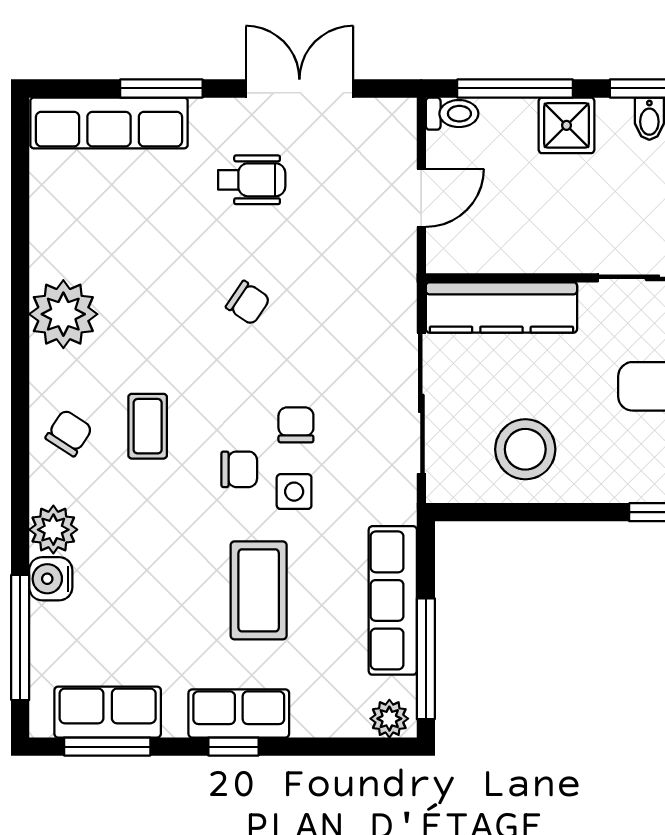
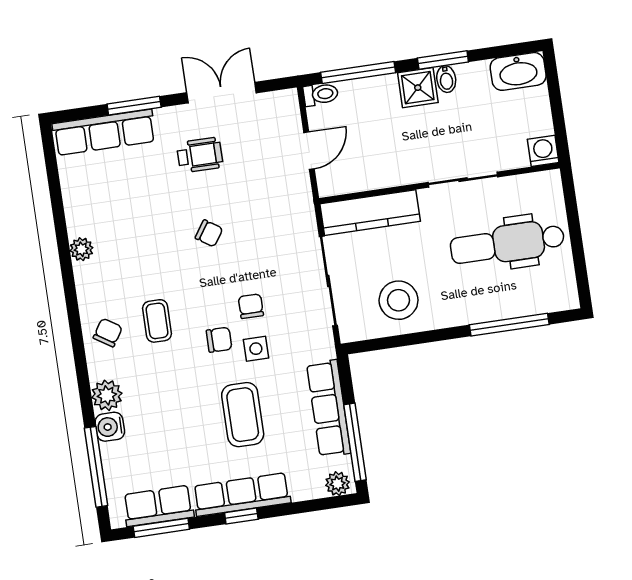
shower: (566, 125) -> (418, 88), moved
plant: (63, 314) -> (81, 249), width x0.53, depth x0.53
row of seats: (239, 713) -> (242, 494), width x1.48

